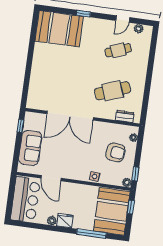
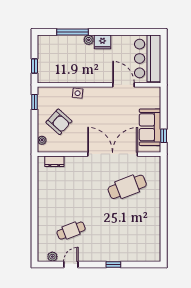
booth: (59, 29) -> (137, 245), removed
cafe table: (113, 91) -> (127, 187), moved
sofa: (30, 148) -> (150, 127), moved
armchair: (115, 152) -> (59, 122), turned -145
plant: (127, 182) -> (42, 91), removed
booth: (112, 211) -> (54, 59), removed
plant: (52, 221) -> (89, 40), moved

